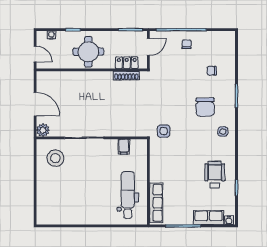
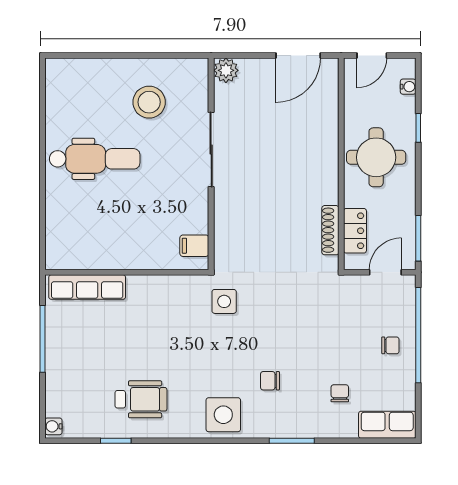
door: (148, 47) -> (385, 272), swing flipped
door: (35, 104) -> (298, 56), moved
chair: (205, 107) -> (270, 381), width x0.54, depth x0.54
side table: (223, 132) -> (223, 415), width x1.87, depth x1.87
filing cabinet: (124, 147) -> (194, 246), moved
stool: (55, 158) -> (149, 102), moved
dental chair: (128, 195) -> (95, 159), moved
row of seats: (209, 218) -> (387, 425), moved, turned -90

